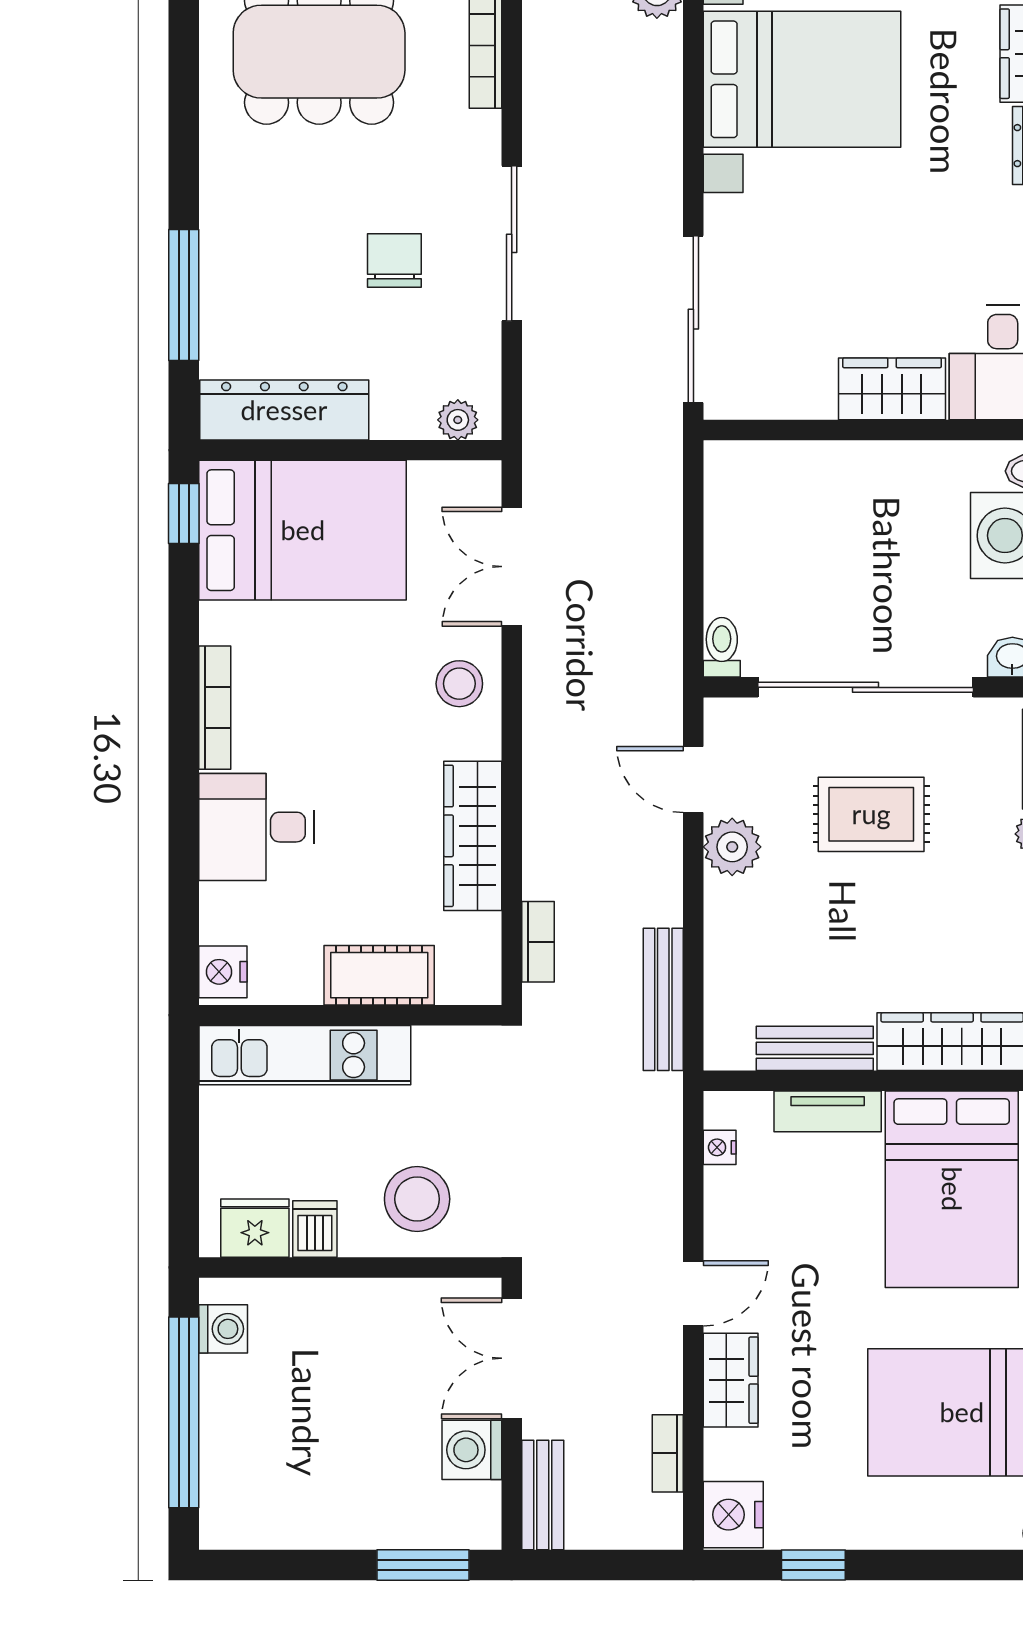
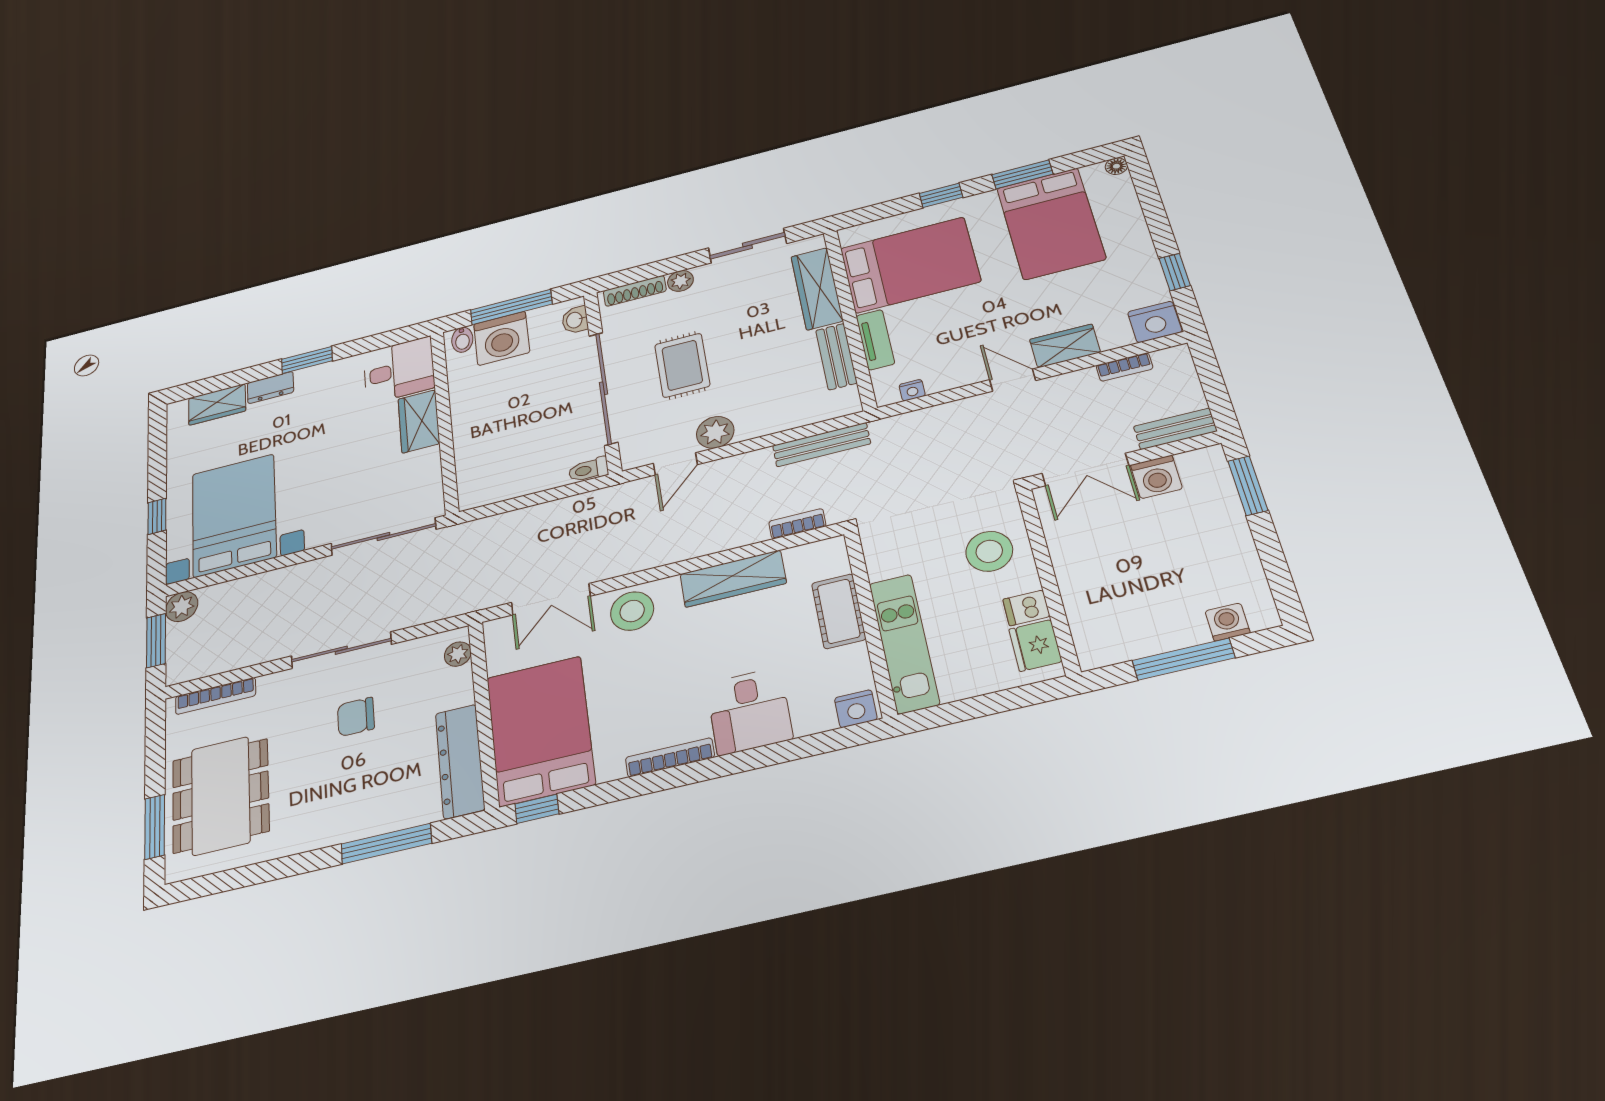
stool: (459, 684) -> (632, 611), width x1.38, depth x1.38
washing machine: (223, 1329) -> (1227, 622), moved
window: (184, 1412) -> (1183, 659), width x0.68

